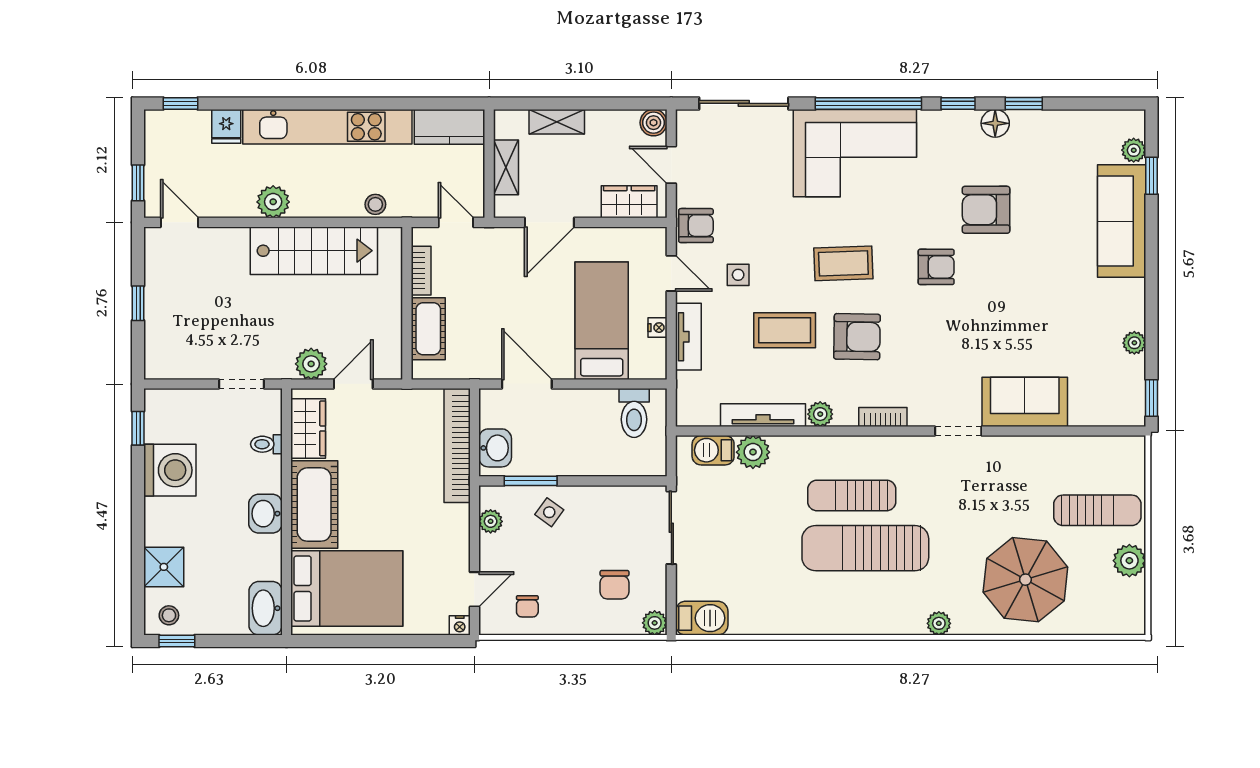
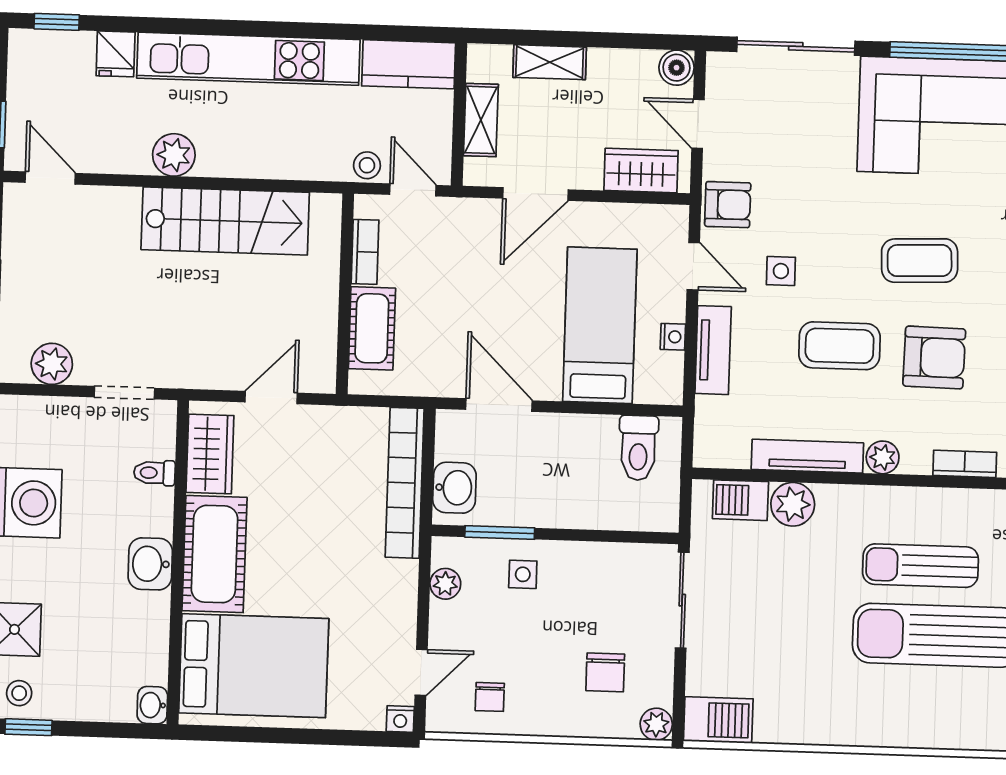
stool: (375, 204) -> (367, 165), moved
plant: (311, 364) -> (52, 364), moved
side table: (549, 512) -> (523, 574), turned -36
washbasin: (266, 608) -> (152, 705), width x0.52, depth x0.69

